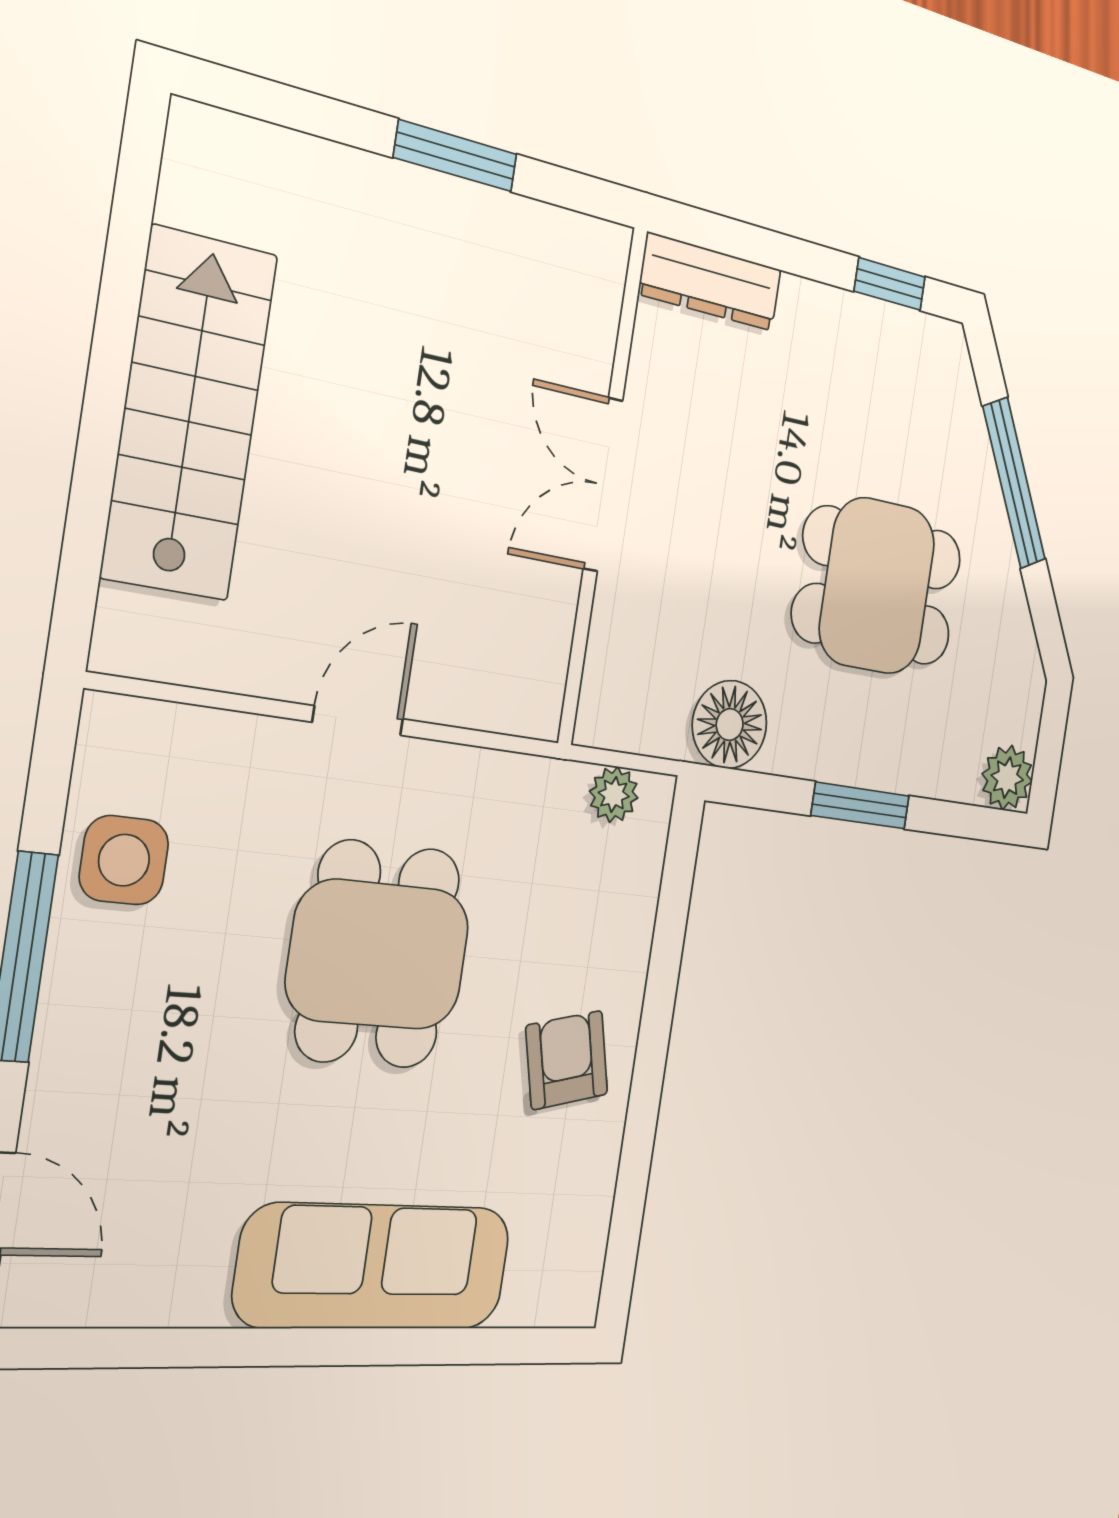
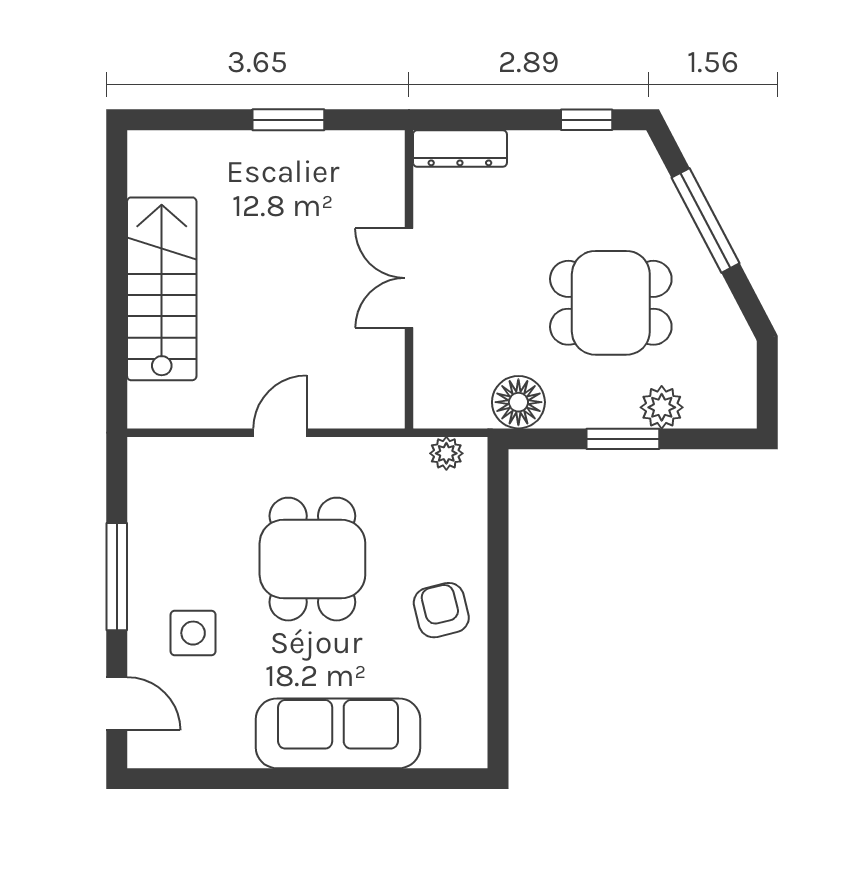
plant: (1007, 778) -> (662, 407), moved
side table: (124, 860) -> (193, 633), moved

